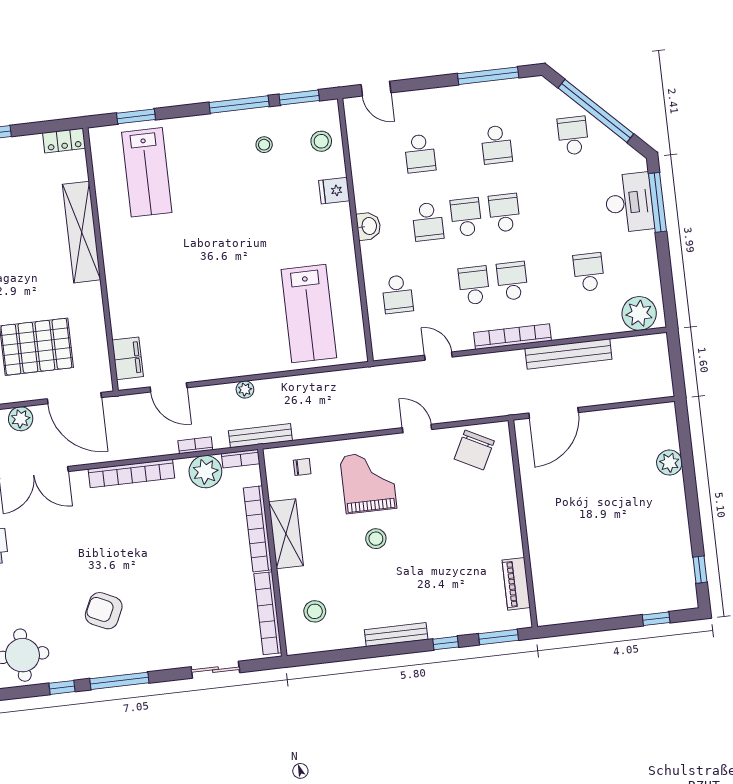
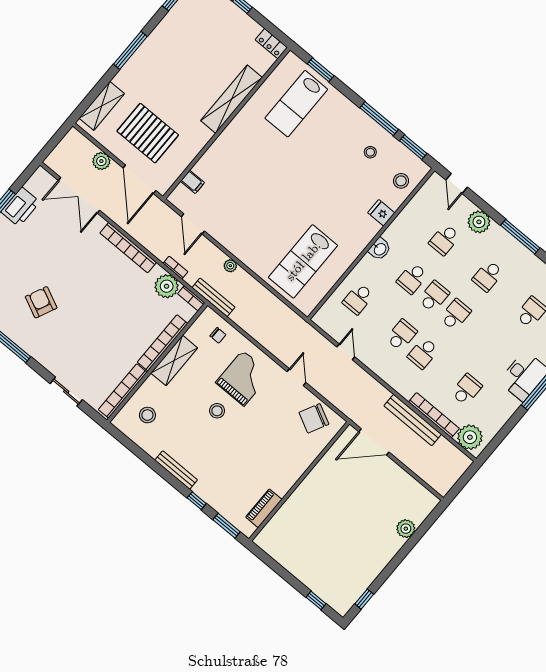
plant: (435, 103) -> (479, 222), added
school desk: (512, 281) -> (423, 353), turned 180
bookcase: (513, 337) -> (434, 415), moved
filing cabinet: (128, 358) -> (192, 182), width x0.50

